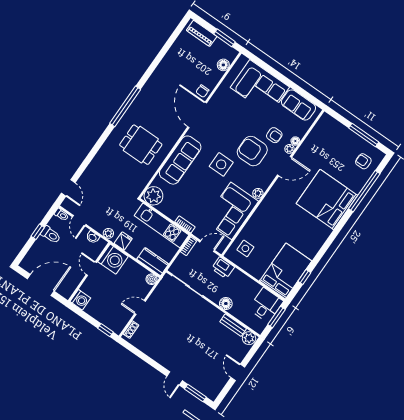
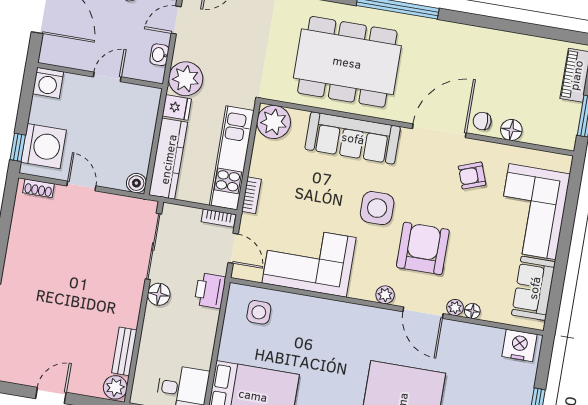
floor lamp: (223, 65) -> (511, 130), moved
nightstand: (324, 126) -> (519, 345), added
armchair: (274, 135) -> (472, 176), moved, turned 70
dining table: (141, 145) -> (347, 62), width x1.88, depth x1.24
plant: (258, 193) -> (385, 295), moved
plant: (108, 233) -> (186, 79), width x1.88, depth x1.88
washing machine: (113, 259) -> (44, 146), moved, turned -90
kitchen counter: (153, 262) -> (168, 159), width x1.50
floor lamp: (226, 304) -> (159, 294), moved

